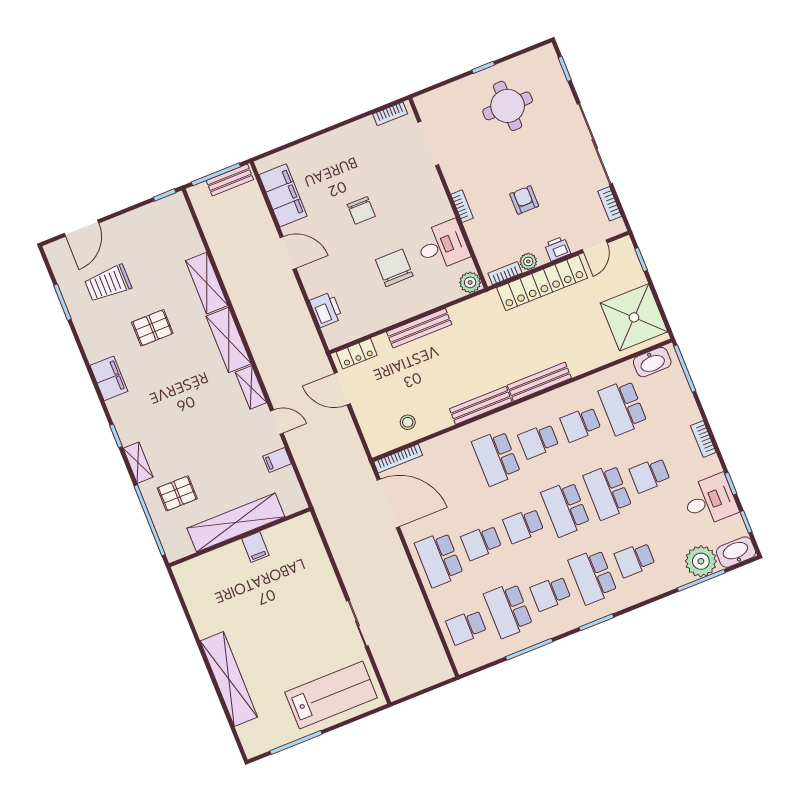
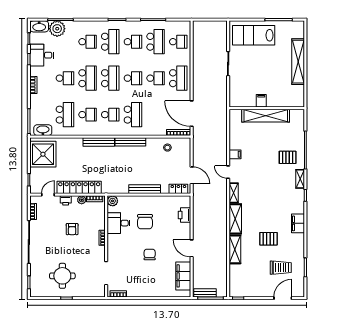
shelving: (236, 523) -> (266, 116), moved
wall: (240, 537) -> (267, 108), moved
filing cabinet: (255, 547) -> (261, 101), moved

